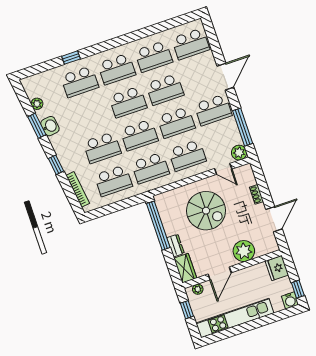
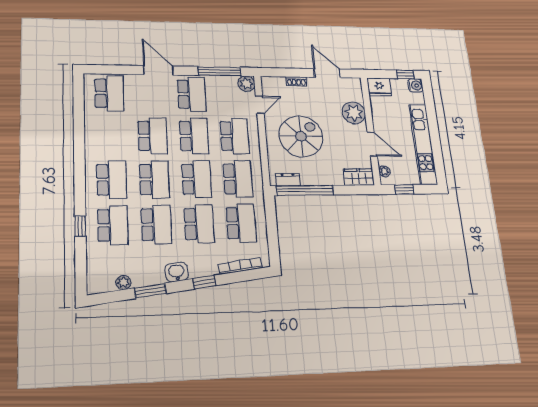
school desk: (154, 56) -> (156, 224), moved
washbasin: (50, 126) -> (177, 272), moved
dresser: (176, 245) -> (288, 180), moved

